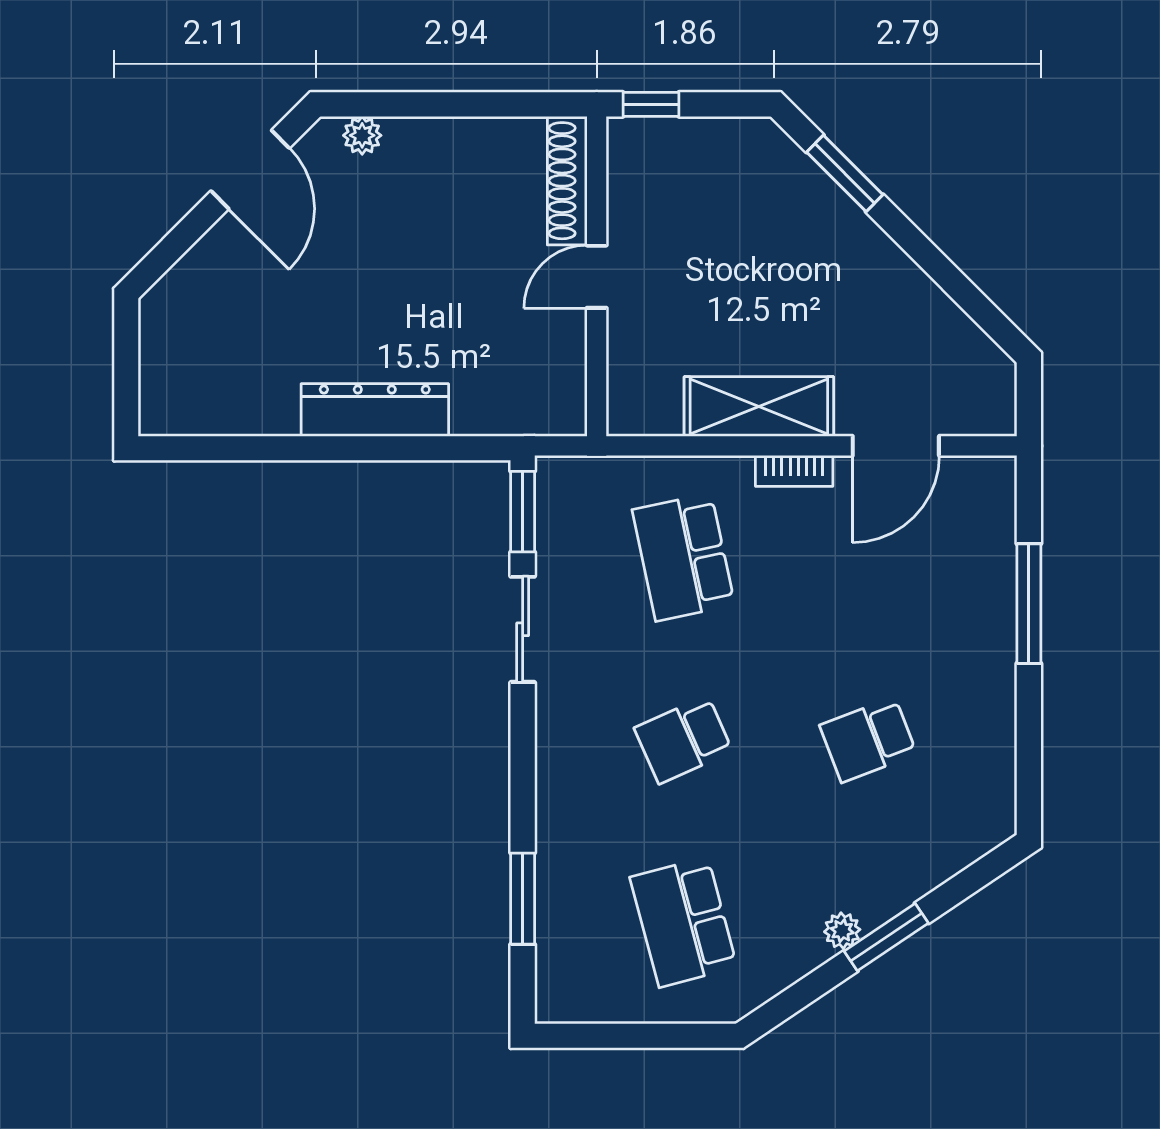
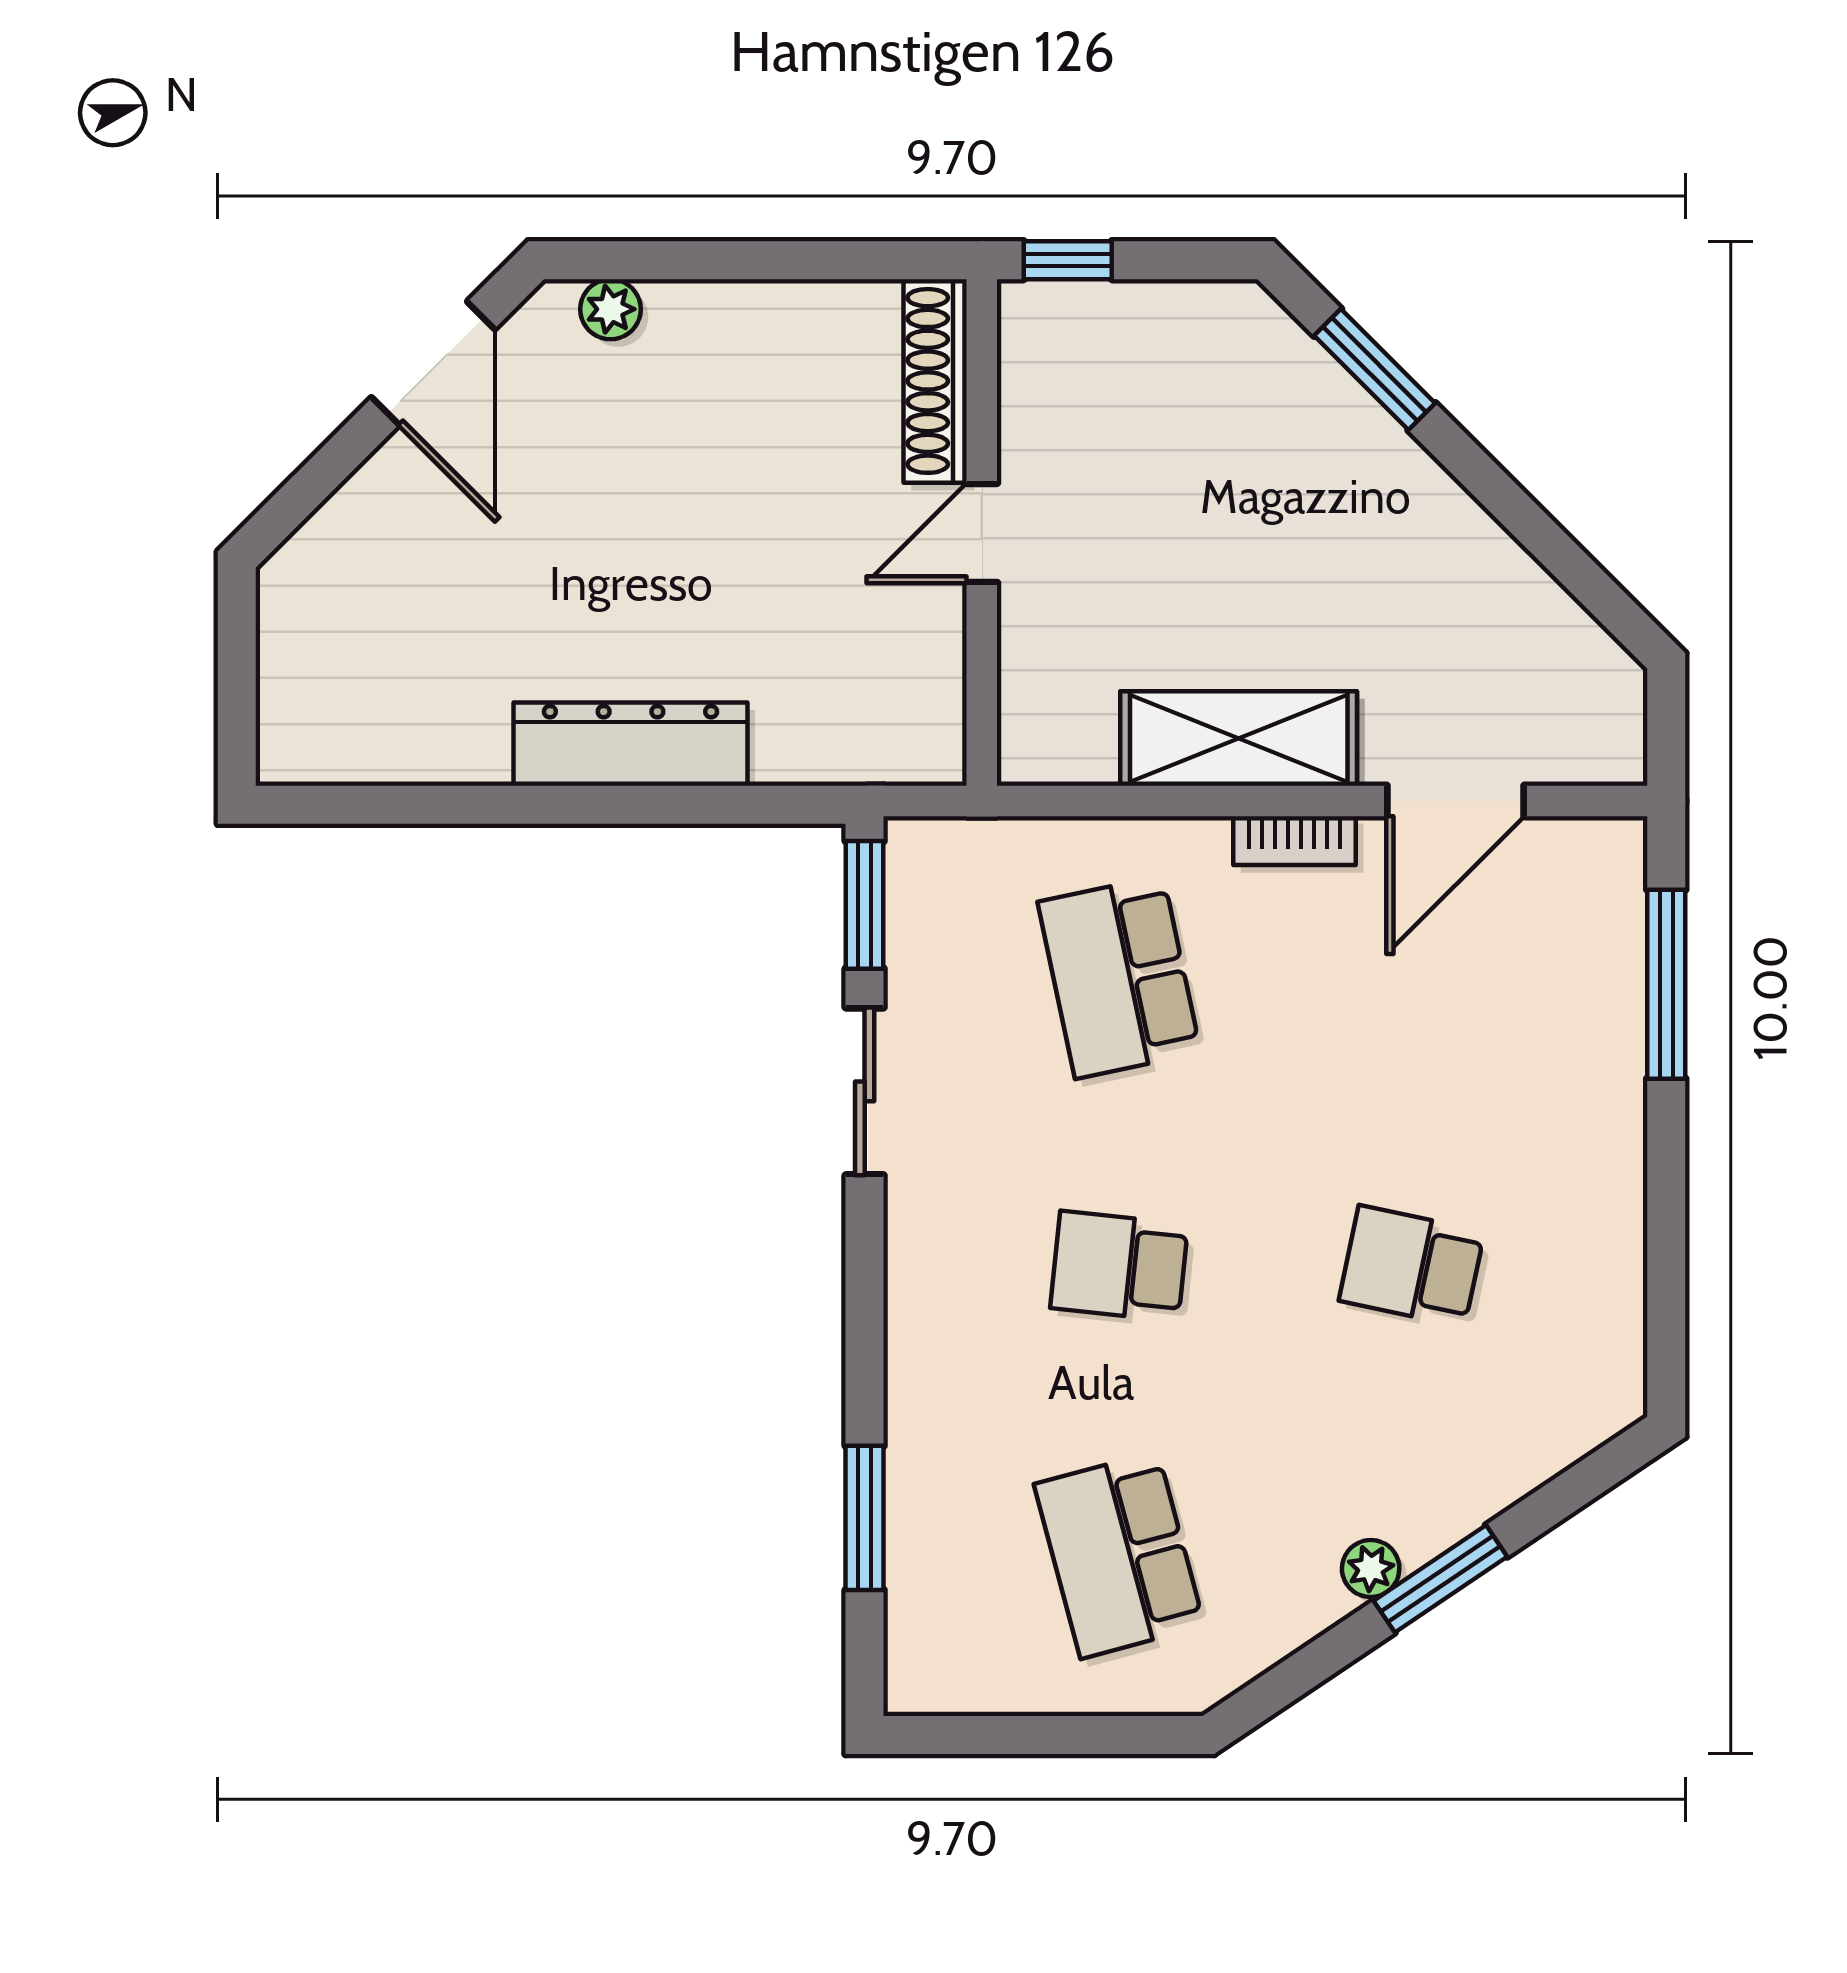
window: (1029, 604) -> (1666, 984), moved
school desk: (683, 740) -> (1119, 1266), turned 30
school desk: (868, 740) -> (1412, 1266), turned 33

